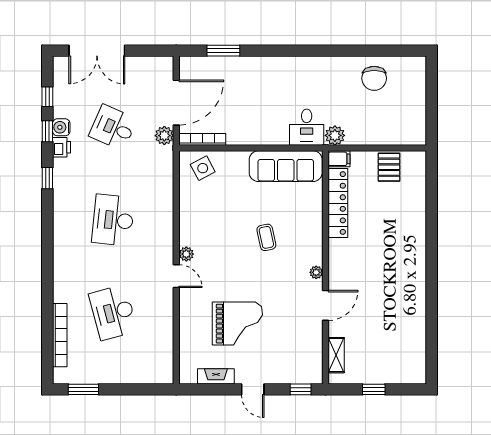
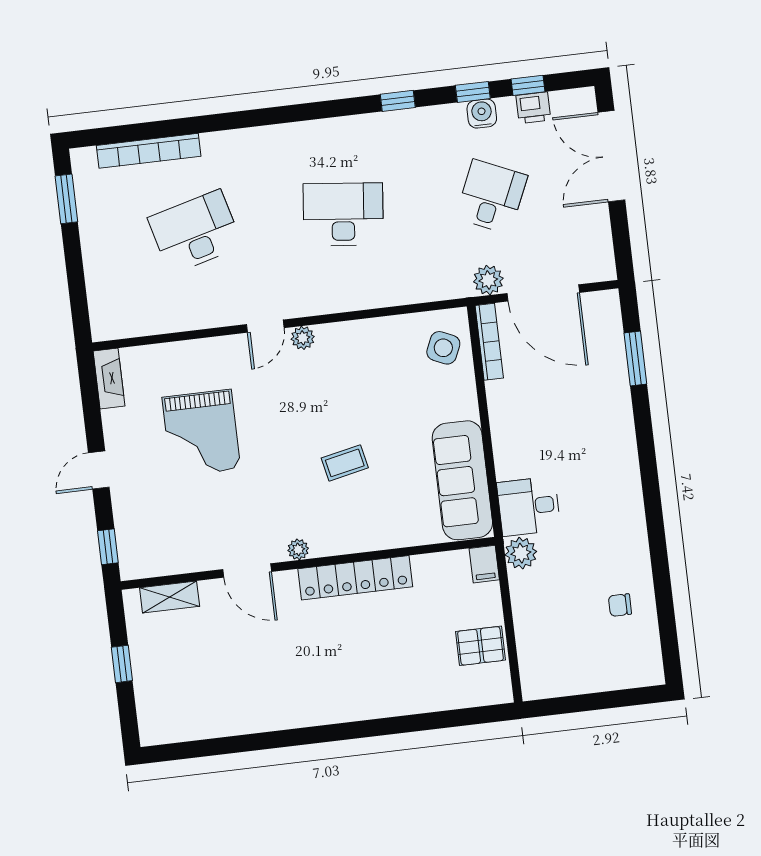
chair: (374, 78) -> (620, 605), width x0.54, depth x0.54
printer: (61, 147) -> (533, 108), moved
side table: (203, 168) -> (443, 348), turned -38
locker: (338, 203) -> (355, 578), moved
fireplace: (216, 376) -> (109, 378), moved

